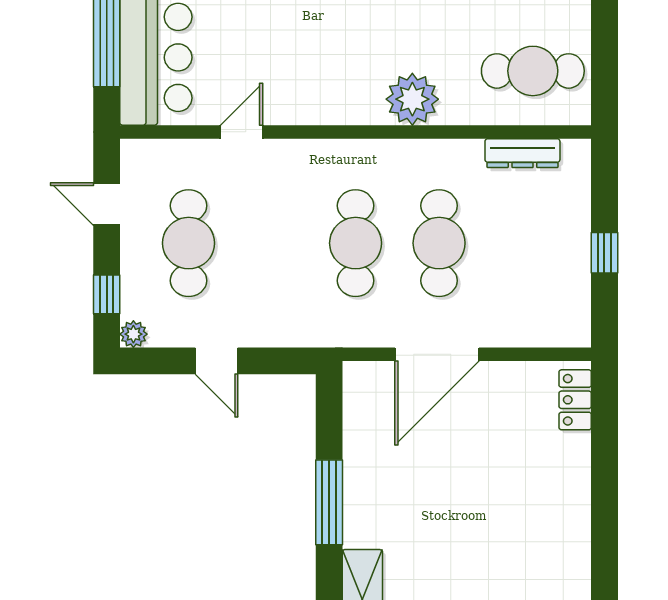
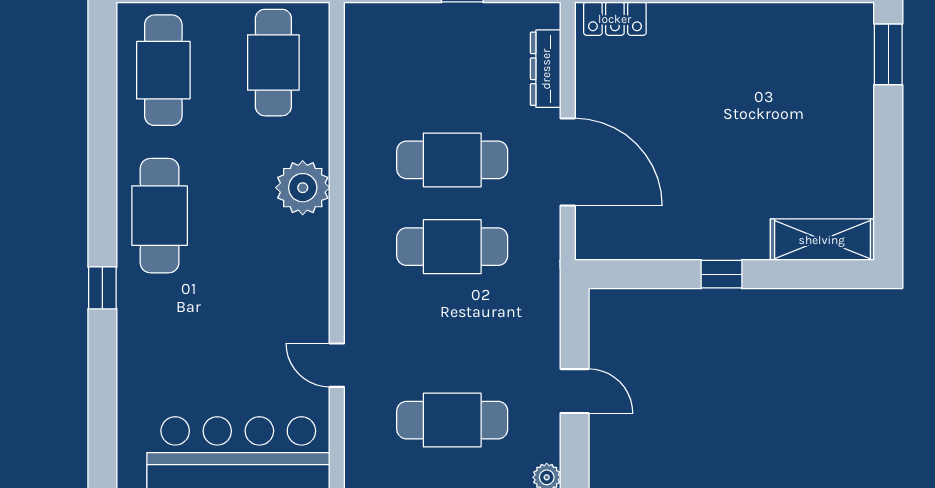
dresser: (522, 153) -> (546, 69), moved, turned 180
door: (217, 361) -> (575, 391), hinge flipped
window: (329, 502) -> (721, 274), width x0.46

